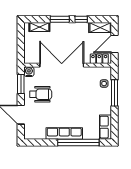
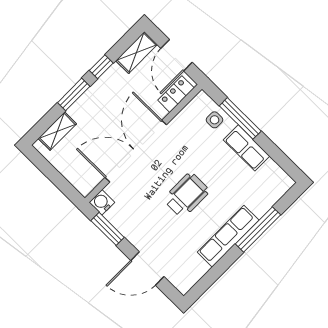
wheelchair: (41, 94) -> (186, 195), moved
row of seats: (106, 127) -> (247, 148), moved
window: (78, 142) -> (258, 229), width x0.68

